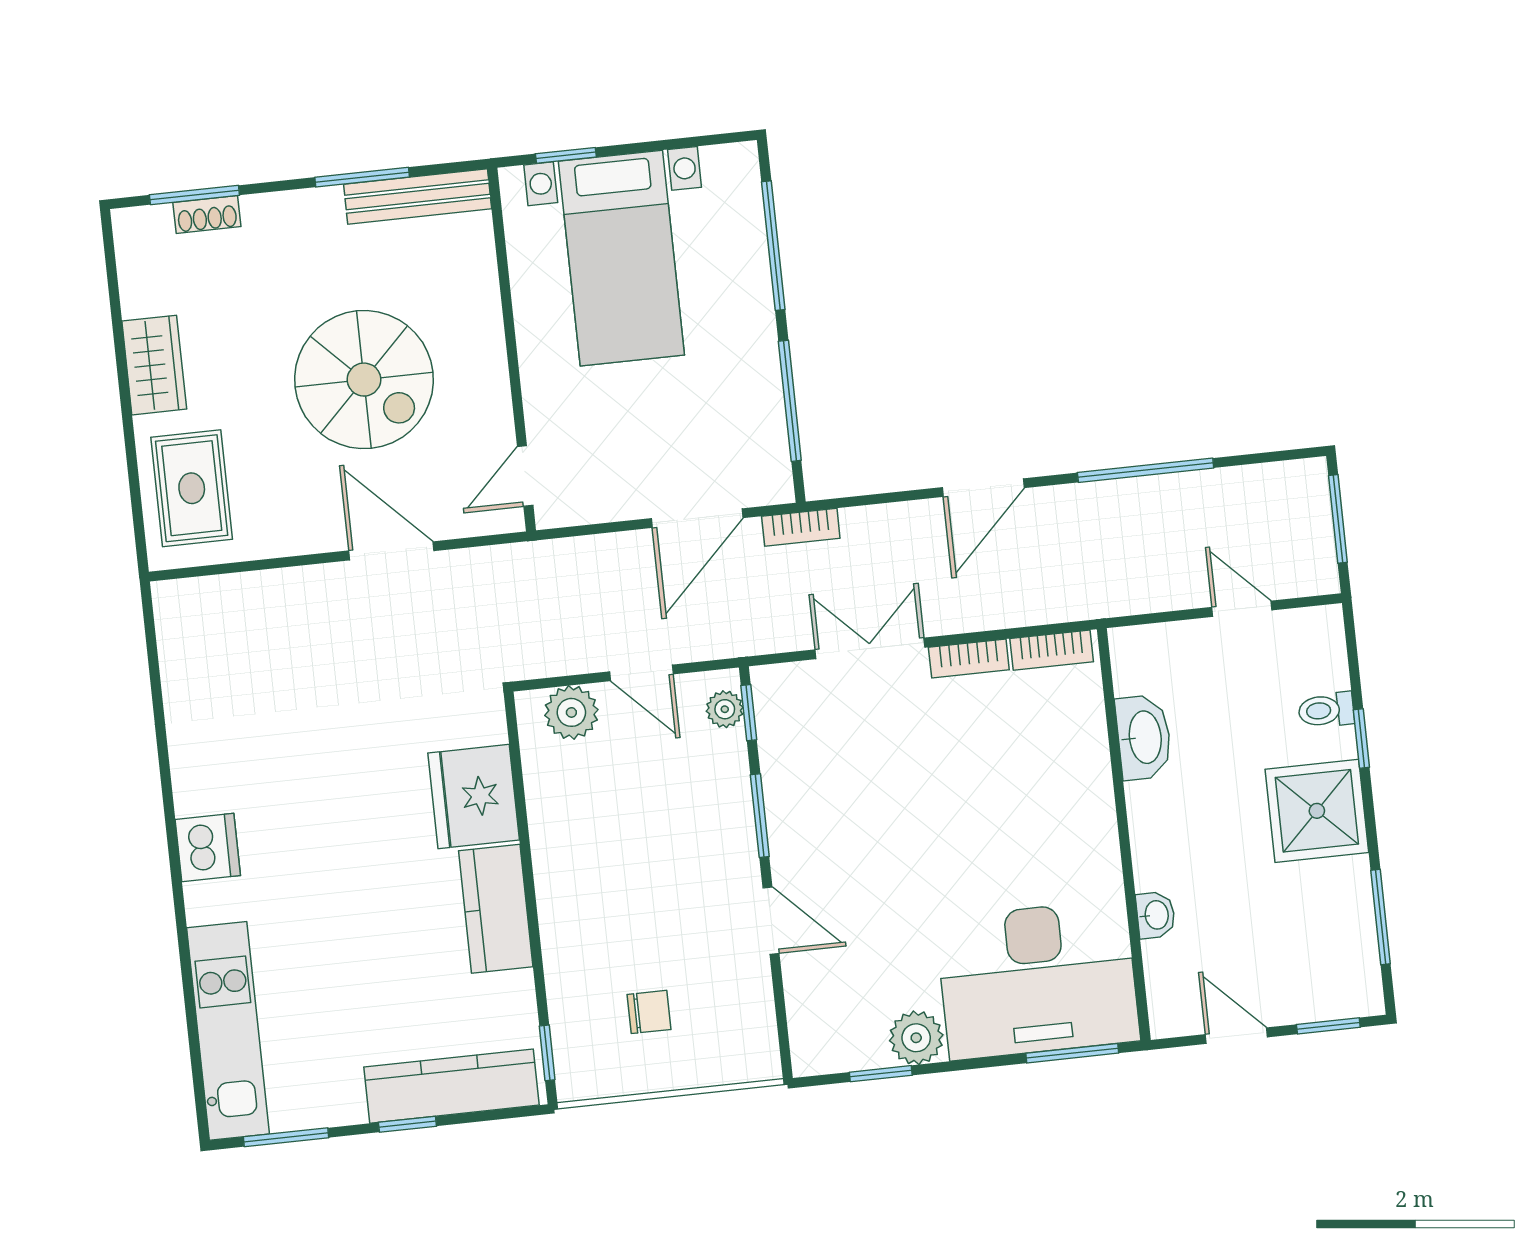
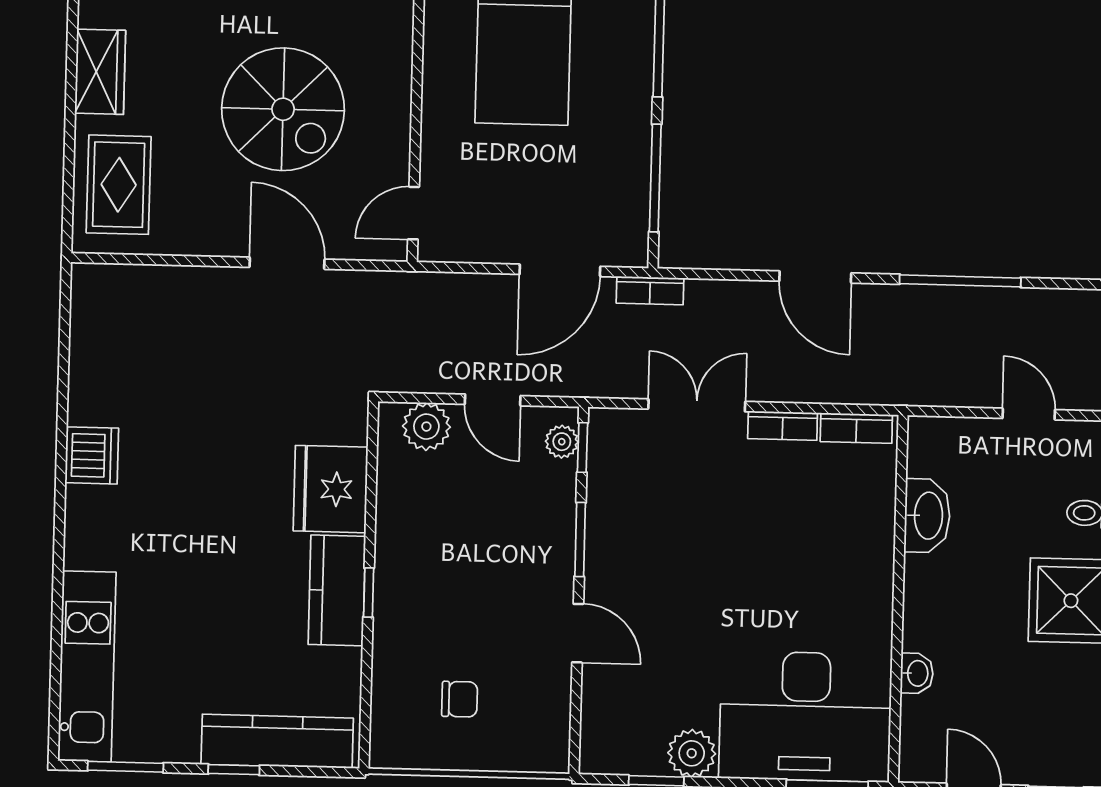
door: (983, 488) -> (815, 277), hinge flipped
dishwasher: (208, 848) -> (92, 455), moved
window: (547, 1053) -> (369, 593), moved

